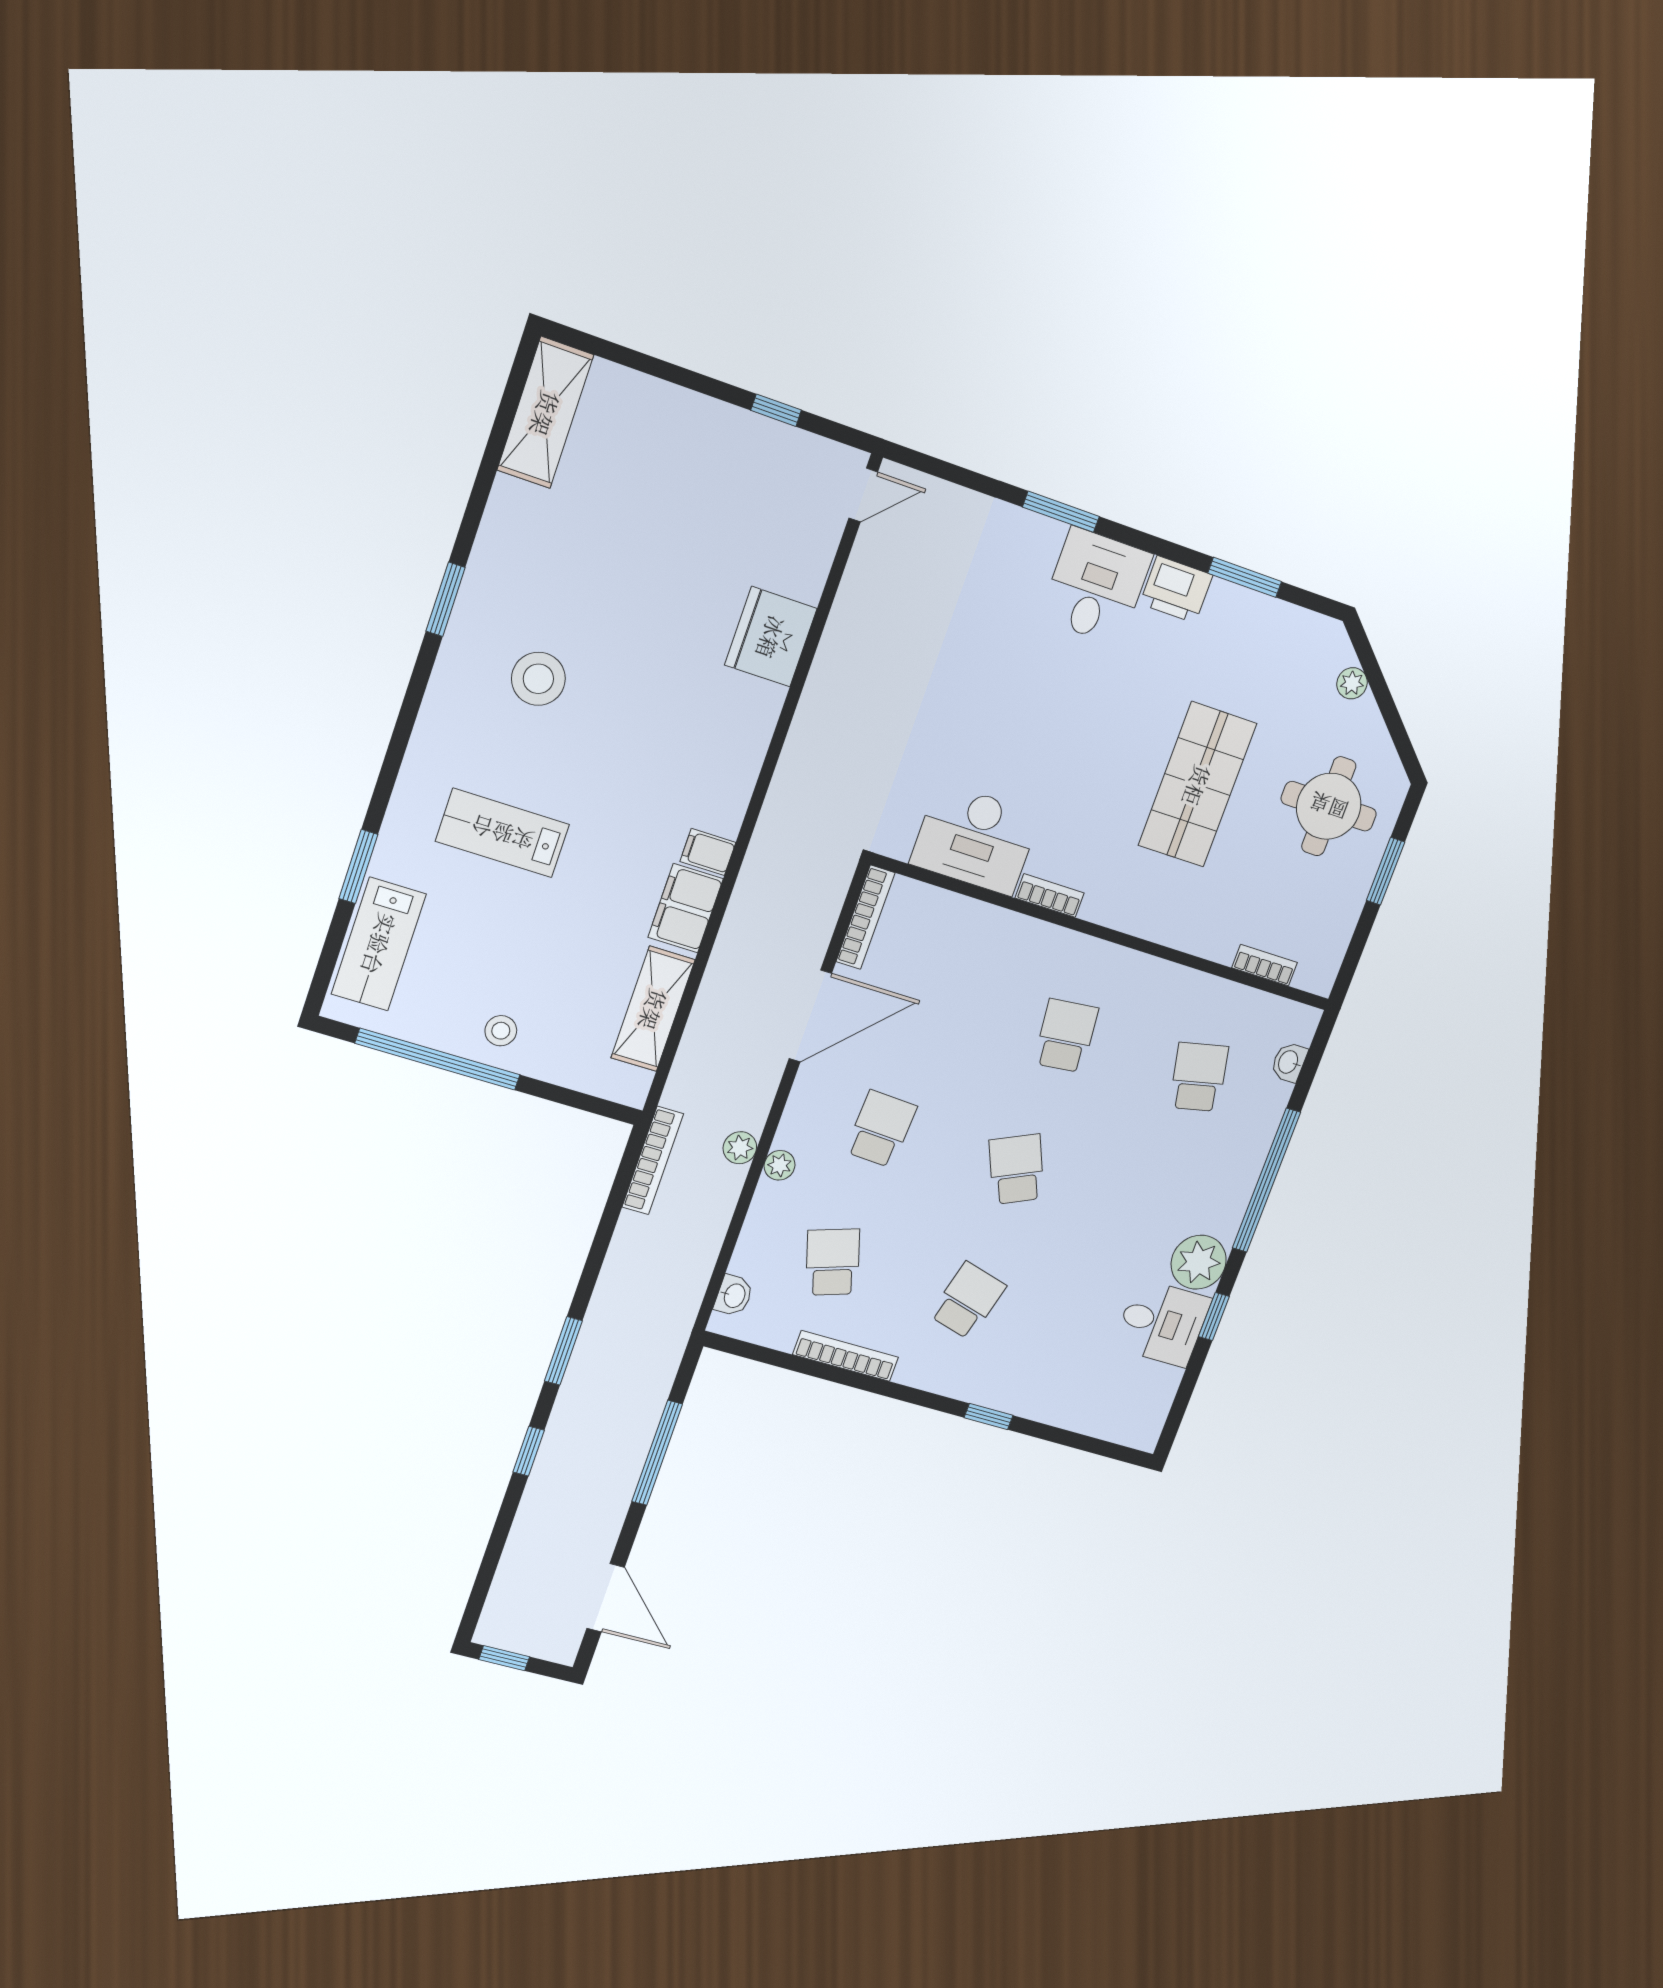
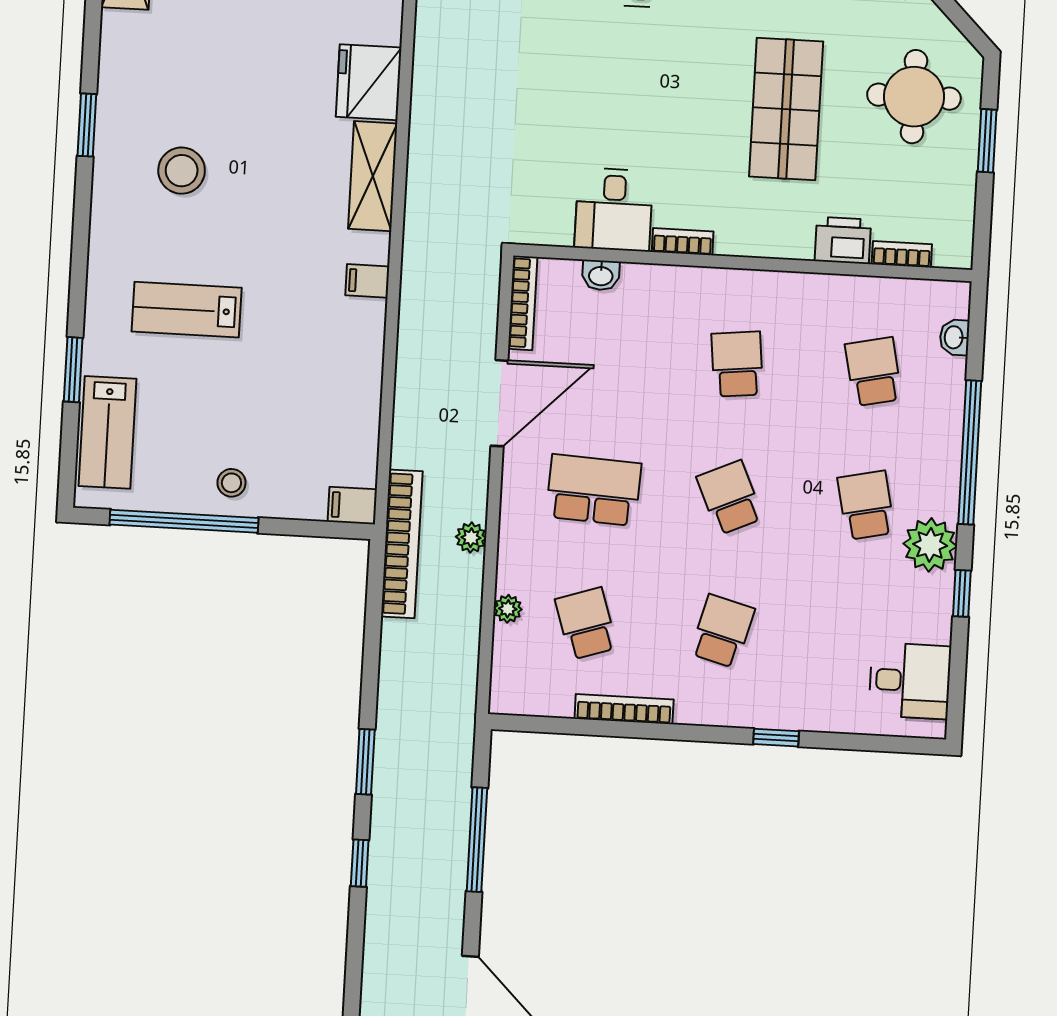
desk: (975, 839) -> (614, 210), width x0.73
filing cabinet: (686, 908) -> (352, 506), moved, width x0.50
printer: (1211, 936) -> (843, 240), added
shelving: (653, 1009) -> (373, 176), moved
school desk: (881, 1129) -> (594, 490), width x1.85
bookcase: (653, 1160) -> (402, 544), width x1.48, depth x1.31
plant: (780, 1165) -> (508, 609), moved
school desk: (1149, 1209) -> (866, 505), added
washbasin: (734, 1295) -> (601, 275), moved, turned 90
desk: (1162, 1323) -> (910, 681), moved

